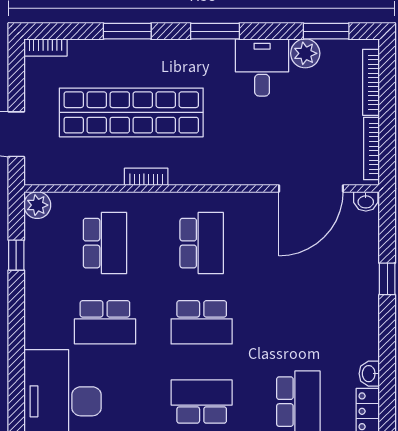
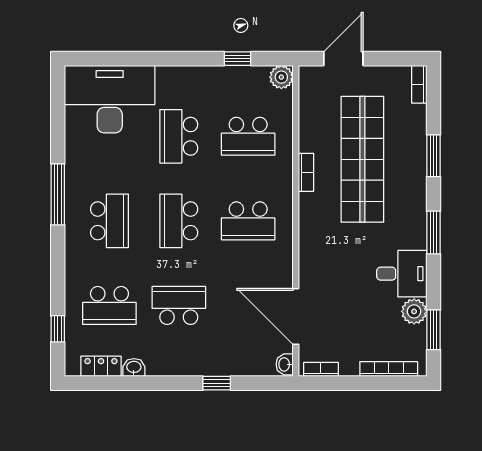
bookcase: (371, 149) -> (321, 369), width x0.64
school desk: (298, 322) -> (179, 305), added

